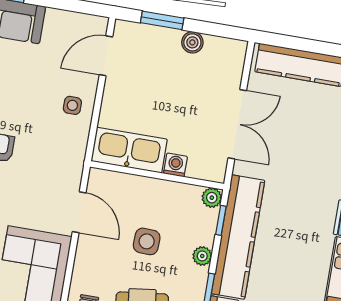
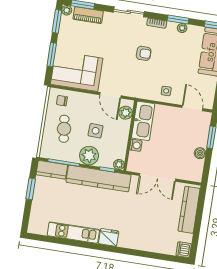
plant: (113, 184) -> (126, 113), added
door: (79, 212) -> (110, 95), hinge flipped
plant: (202, 256) -> (89, 156), width x1.88, depth x1.88

